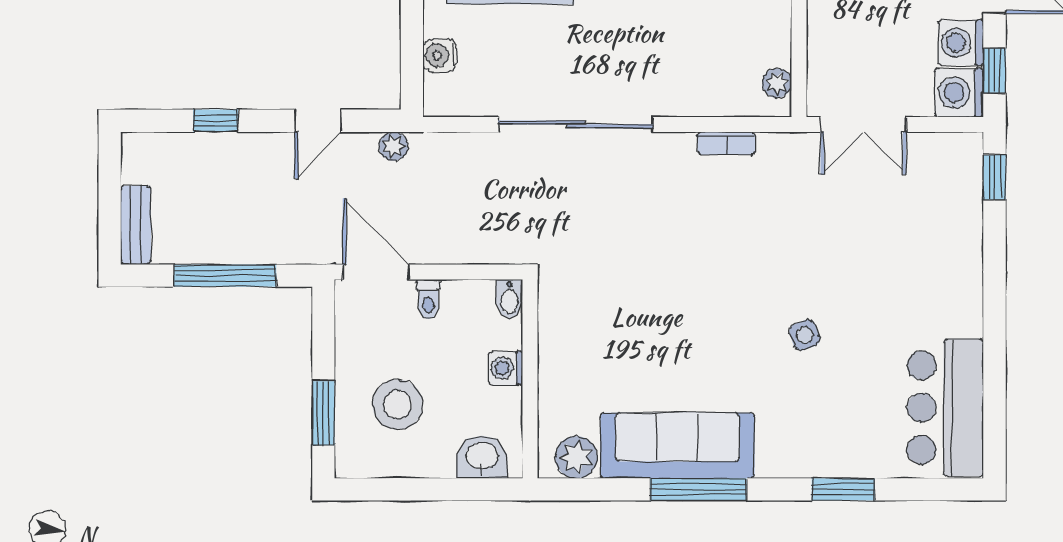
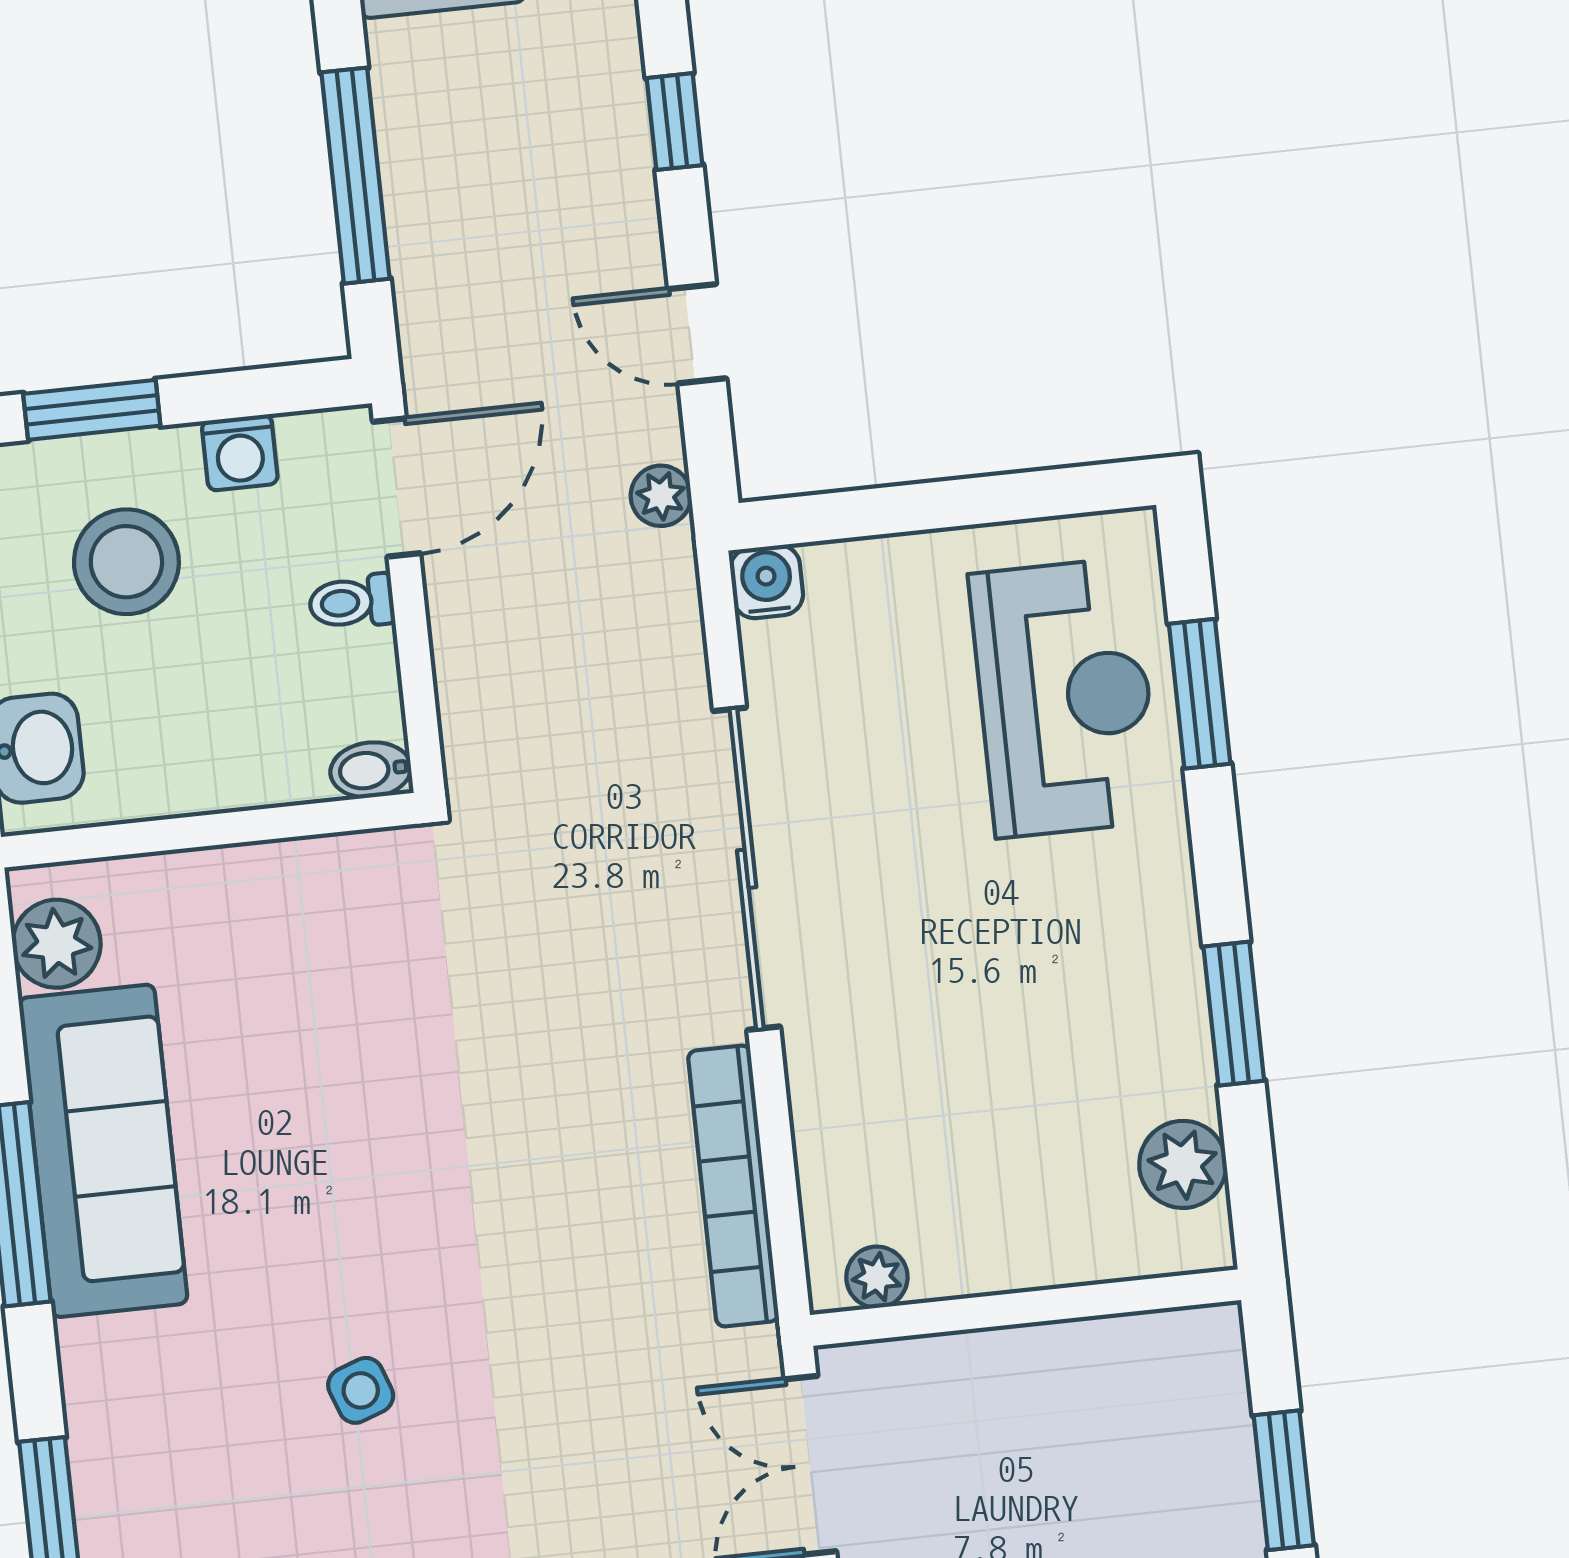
water cooler: (440, 55) -> (767, 582), moved
bookcase: (726, 143) -> (733, 1186), width x2.31, depth x1.31
washing machine: (506, 368) -> (240, 453), moved, turned 180

